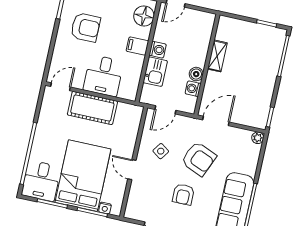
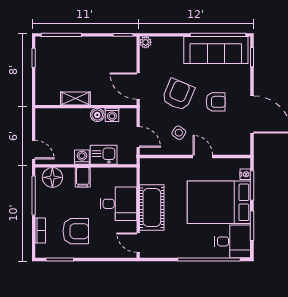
armchair: (85, 27) -> (76, 231), turned 90
door: (132, 170) -> (203, 157), swing flipped

